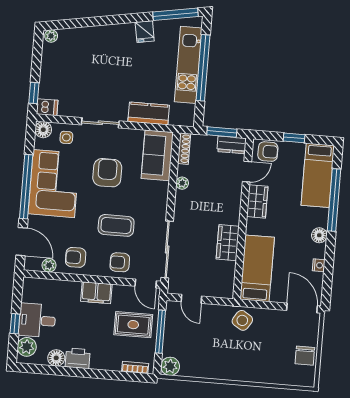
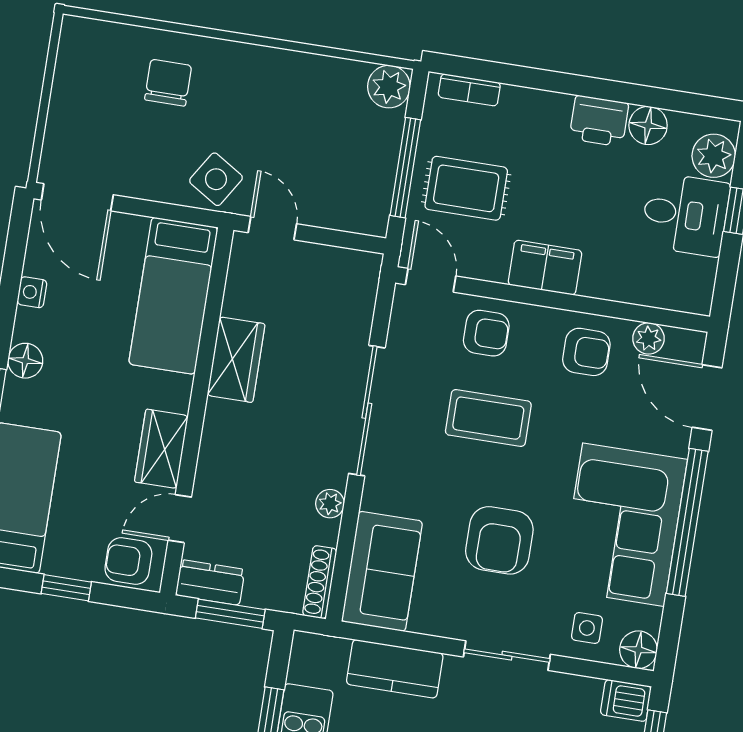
sliding door: (167, 250) -> (367, 411), moved
door: (191, 299) -> (272, 228), moved
chair: (305, 356) -> (168, 83), moved

